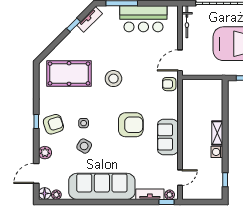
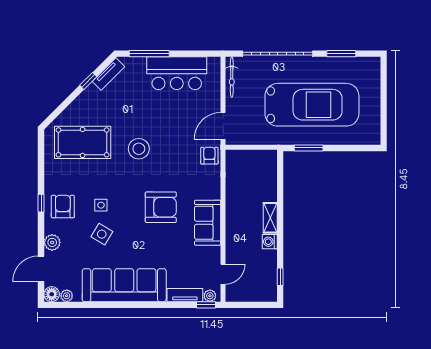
armchair: (169, 84) -> (209, 156), turned 90
armchair: (53, 124) -> (63, 207), turned -72

